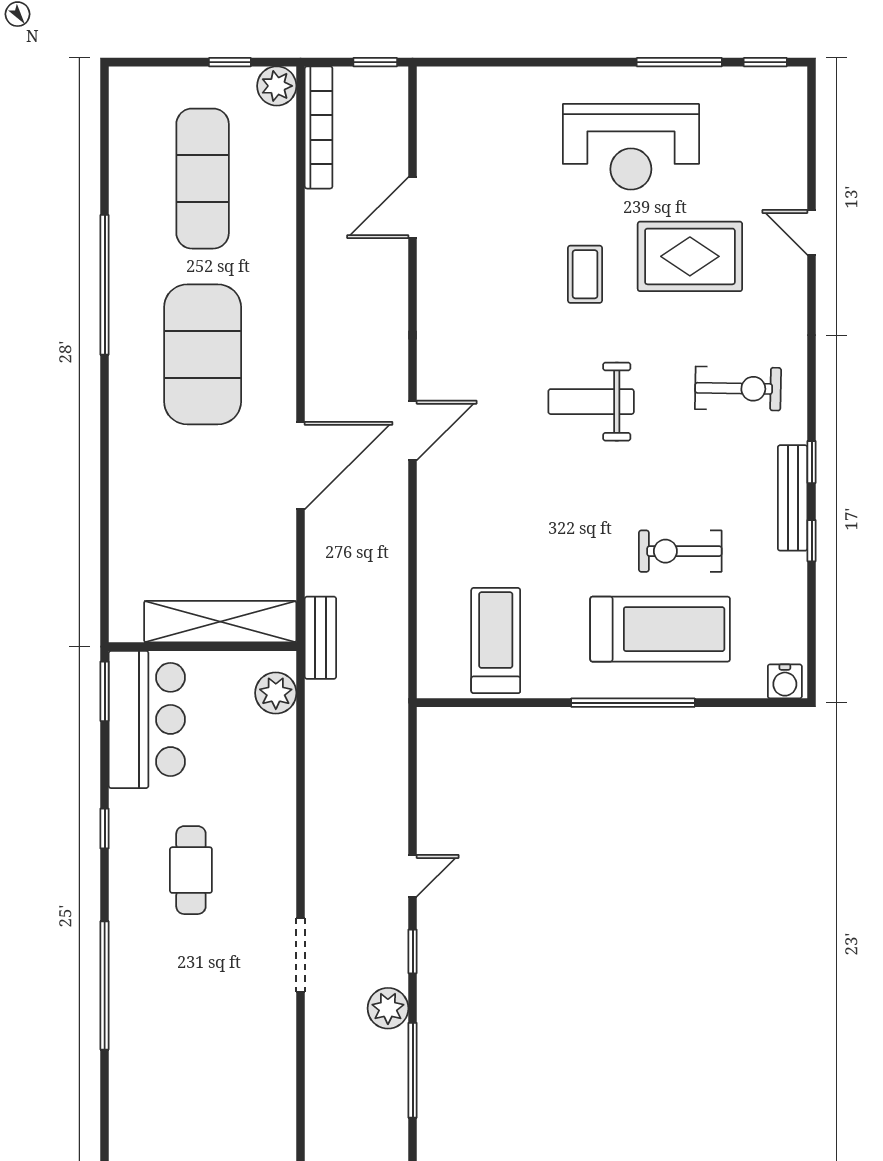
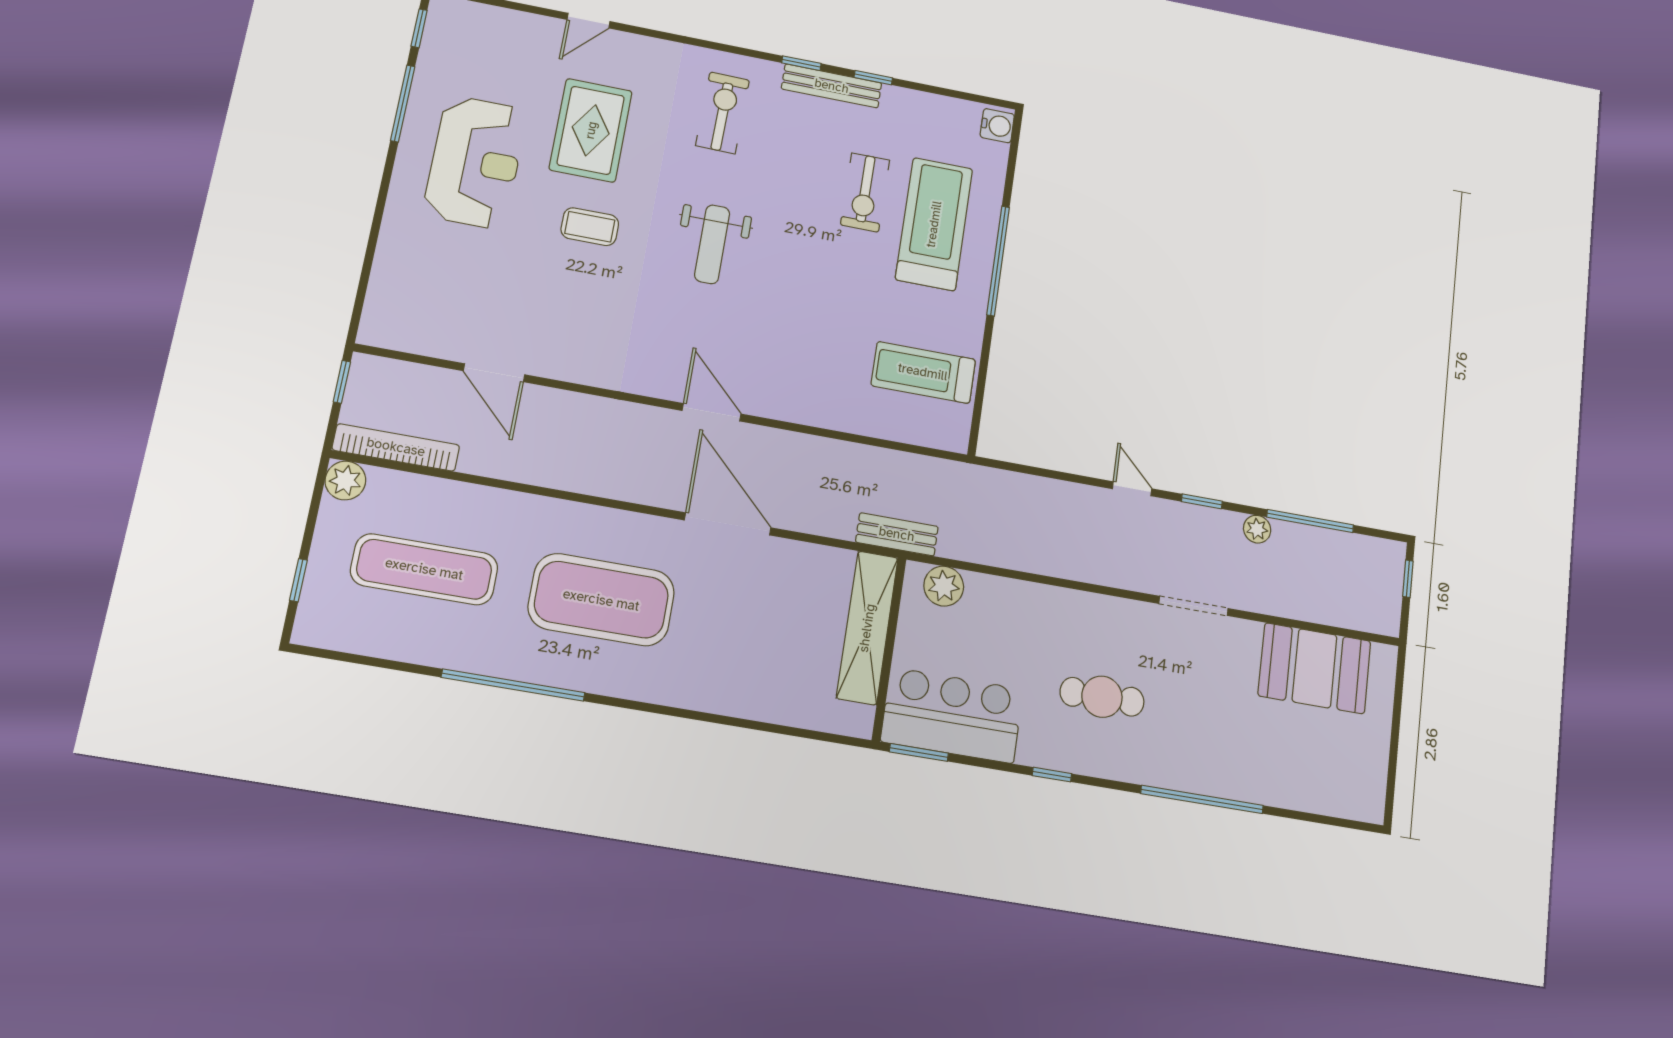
window: (230, 62) -> (298, 580), moved
plant: (388, 1008) -> (1257, 529), width x0.73, depth x0.73
booth: (258, 1090) -> (1315, 668), added

